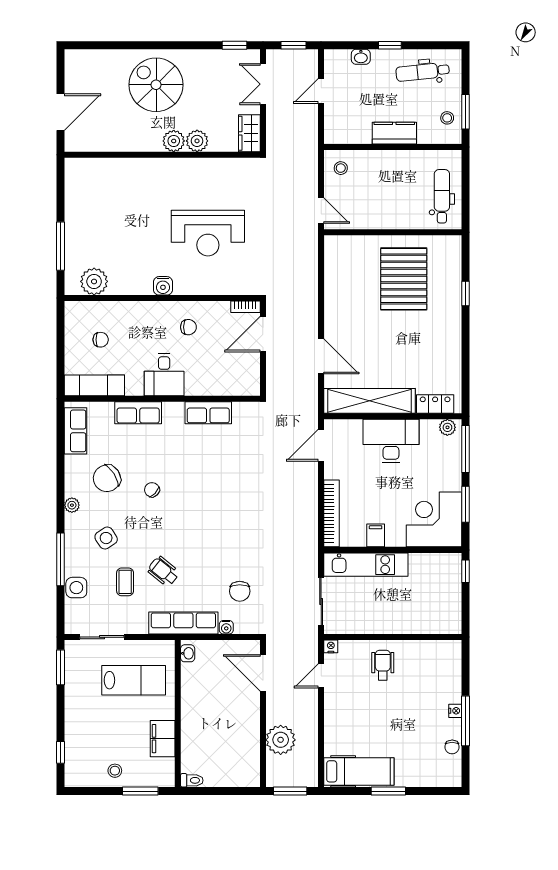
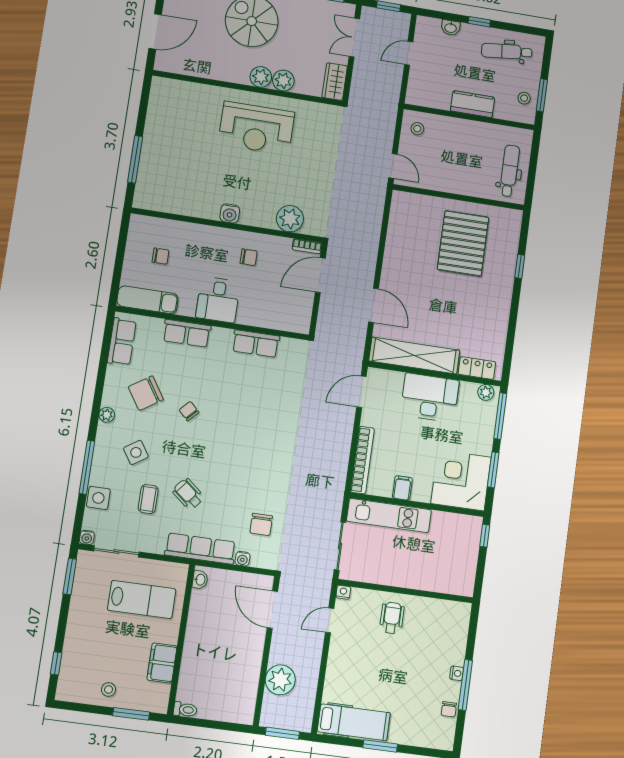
reception desk: (208, 233) -> (256, 128), moved
plant: (94, 281) -> (290, 219), moved
water cooler: (71, 627) -> (87, 537), added

